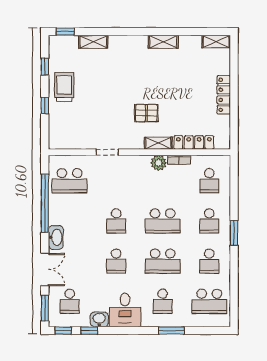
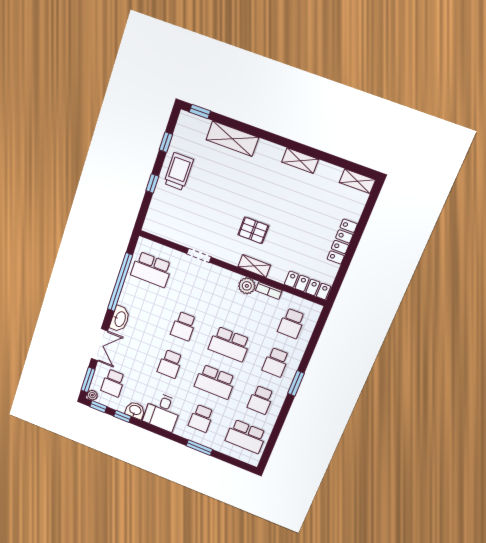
shelving: (93, 42) -> (232, 139), width x1.50, depth x1.33
locker: (194, 142) -> (307, 285), moved
plant: (54, 322) -> (92, 395), added

